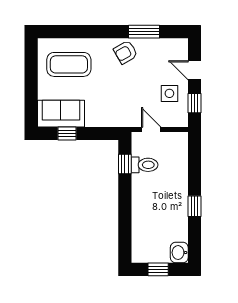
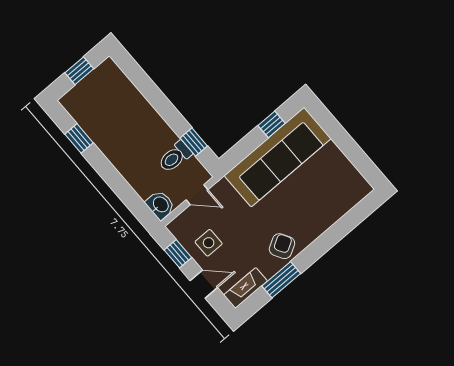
fireplace: (171, 46) -> (246, 288), added
coffee table: (69, 64) -> (325, 190), removed
sofa: (61, 114) -> (278, 157), width x1.85, depth x1.27
window: (194, 206) -> (79, 138), moved
washbasin: (179, 253) -> (160, 205), moved

